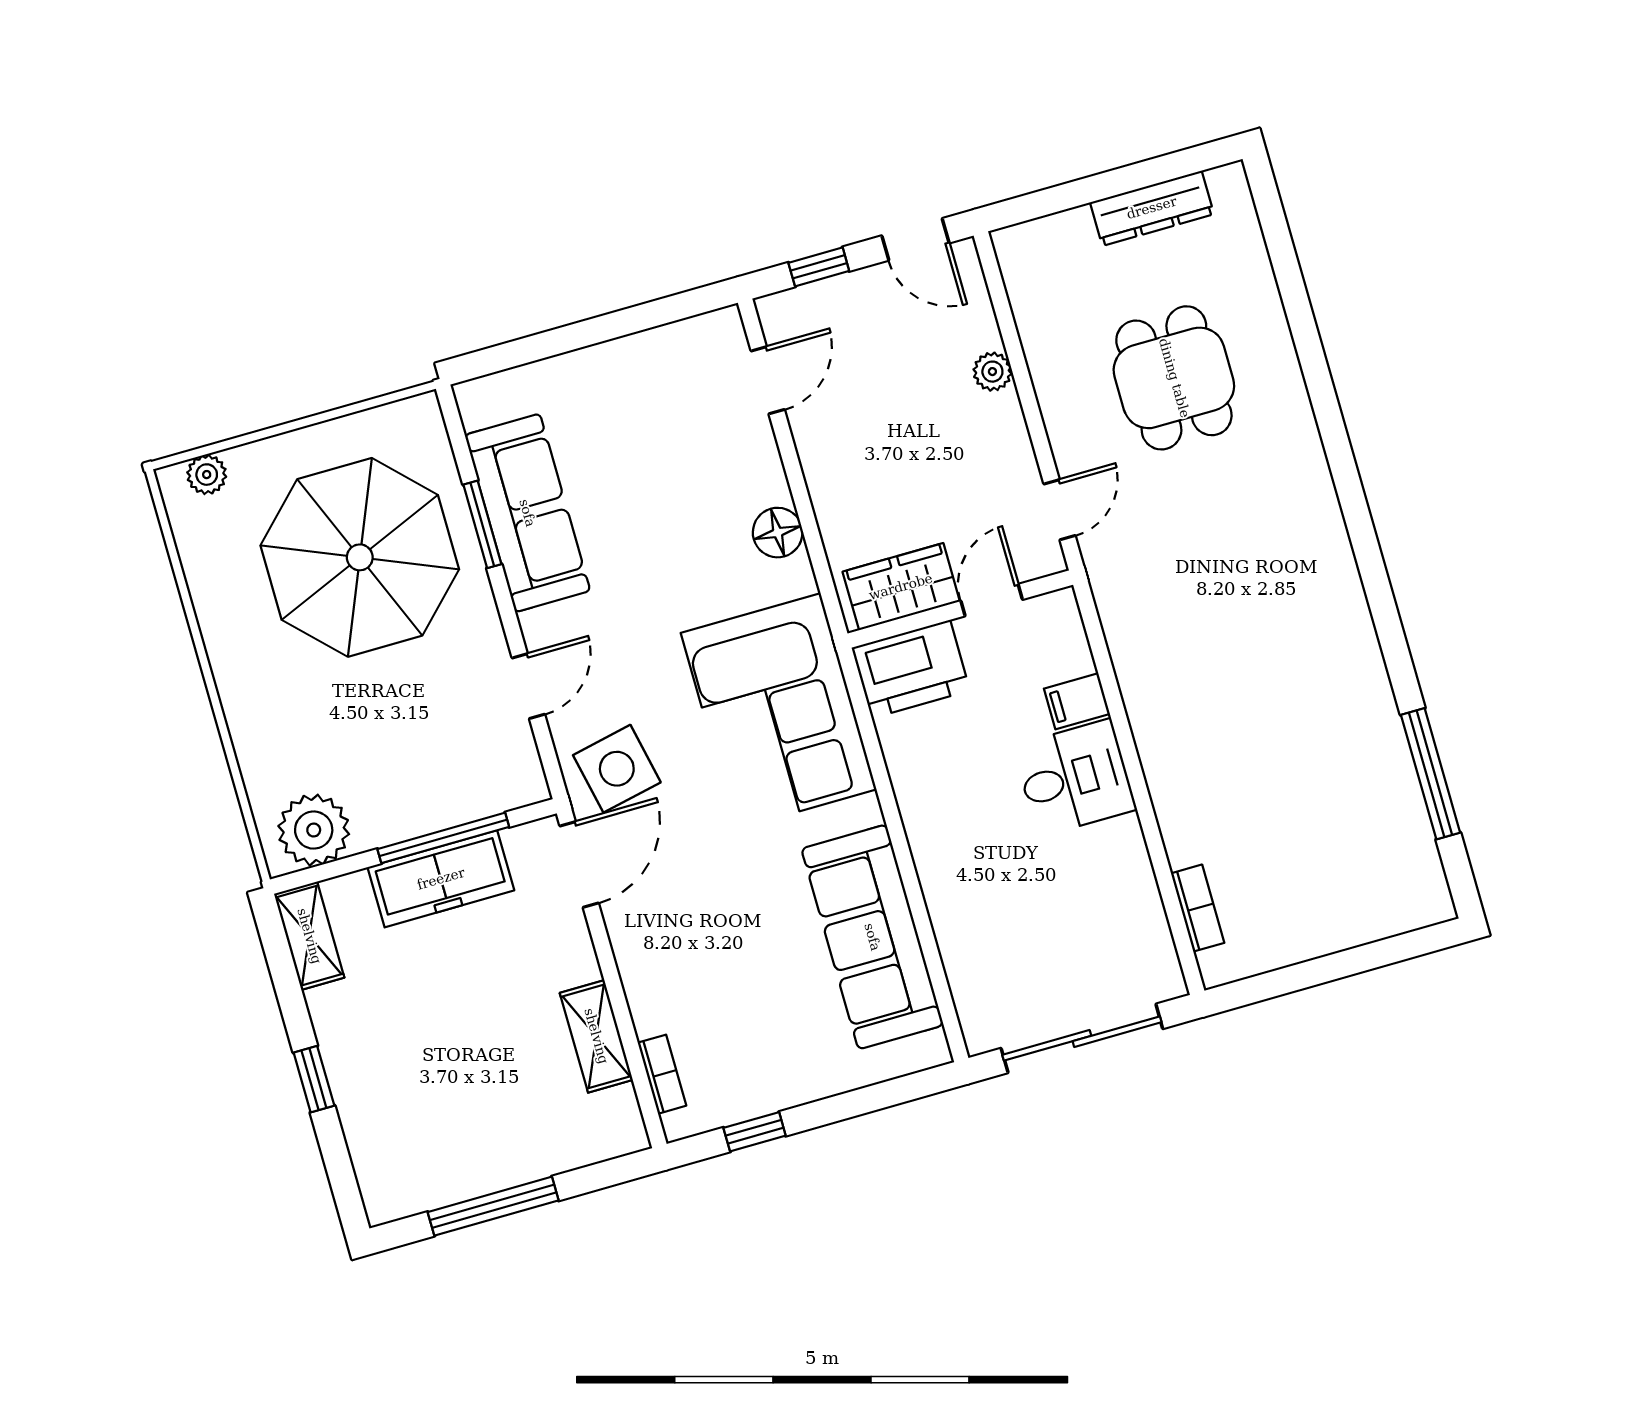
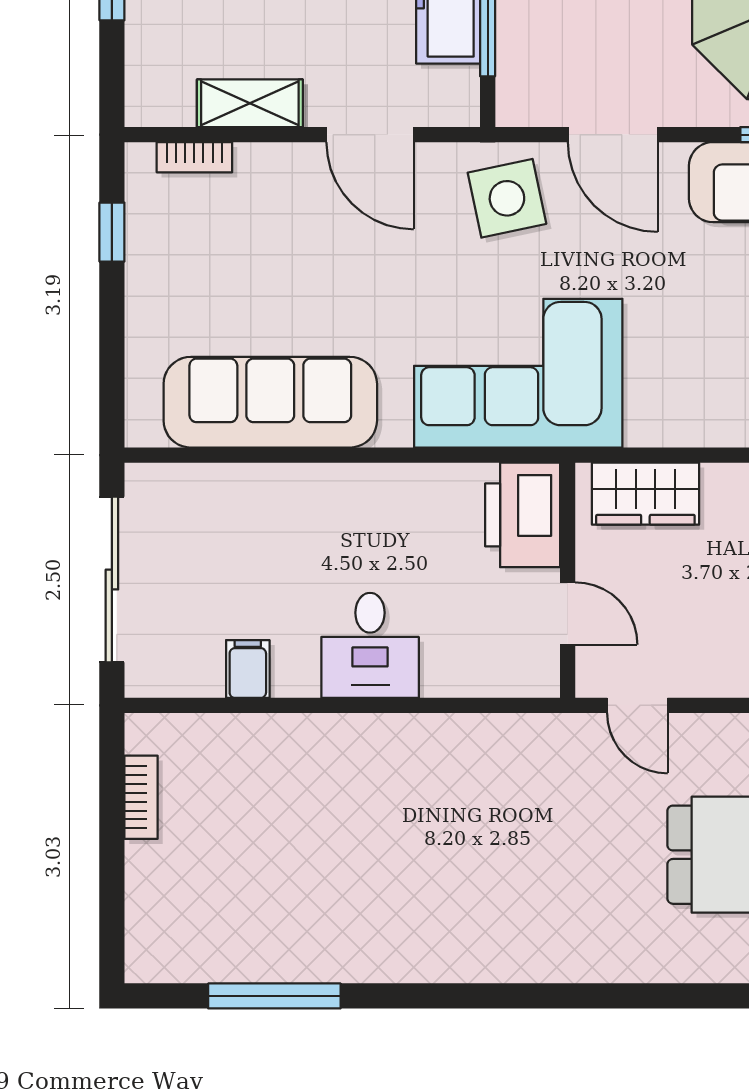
floor lamp: (778, 533) -> (694, 422), removed
wardrobe: (901, 587) -> (645, 494), moved, turned 90
door: (528, 686) -> (613, 135), width x1.38
filing cabinet: (1077, 701) -> (248, 669), moved
door: (579, 864) -> (370, 135), moved
bookcase: (1198, 908) -> (141, 797), moved, turned -90

